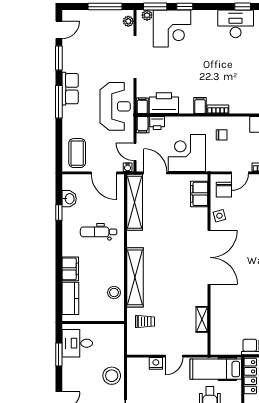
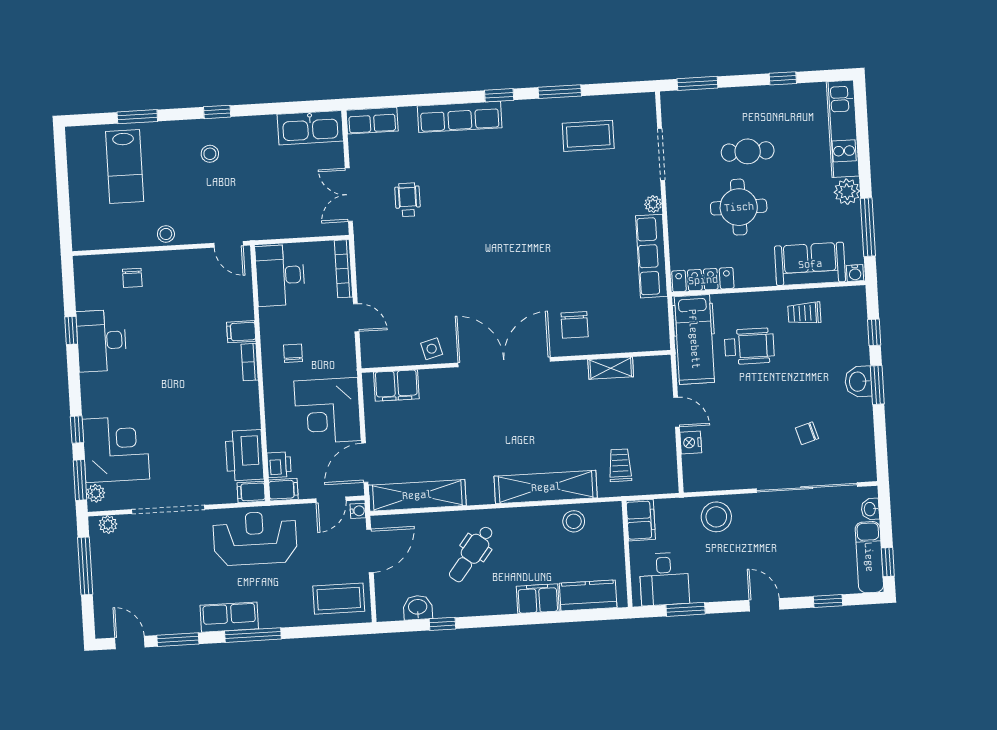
filing cabinet: (200, 105) -> (241, 332), moved
chair: (224, 190) -> (575, 325), moved, turned 90
dental chair: (99, 232) -> (471, 554), turned 38
filing cabinet: (112, 332) -> (641, 520), added

